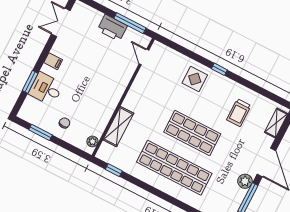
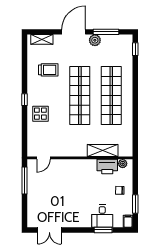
printer: (112, 28) -> (107, 166), moved, turned 90
filing cabinet: (53, 61) -> (128, 221), moved
shop shelf: (192, 133) -> (80, 96), width x1.40
window: (114, 170) -> (135, 138), removed

